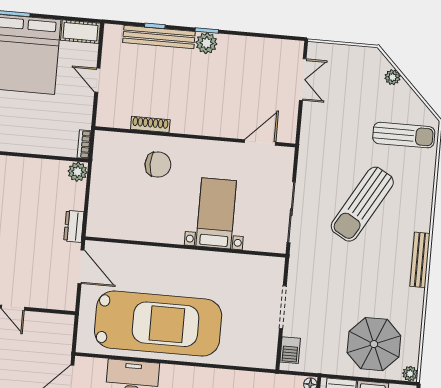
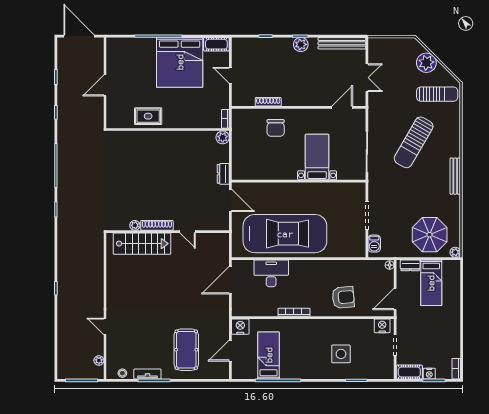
bench: (159, 37) -> (342, 43), moved
plant: (393, 77) -> (426, 63), width x1.88, depth x1.88
double door: (303, 80) -> (367, 78), moved
chair: (158, 165) -> (276, 128), turned 90

